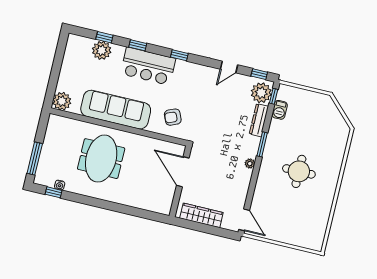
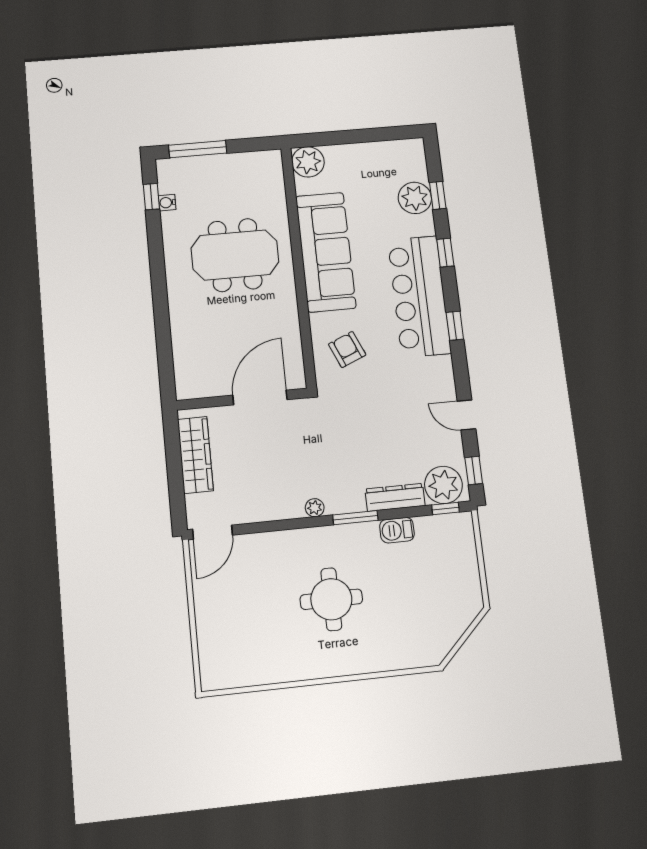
bar counter: (148, 66) -> (419, 296), width x1.36
barbecue: (280, 110) -> (397, 530), moved

